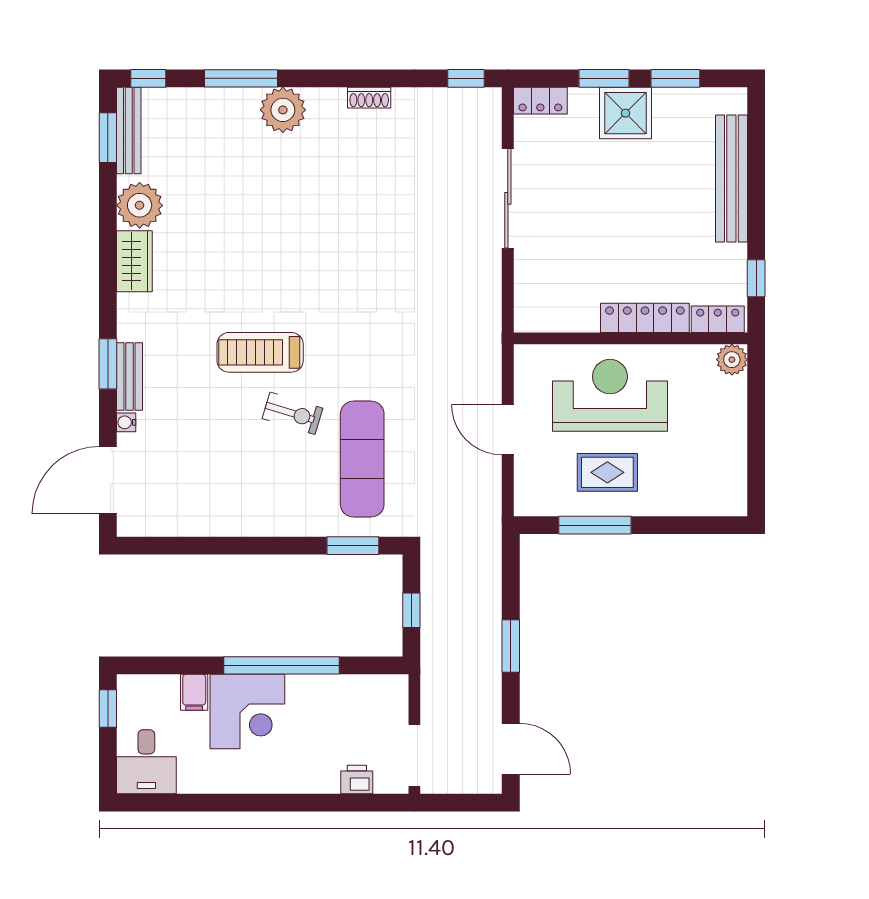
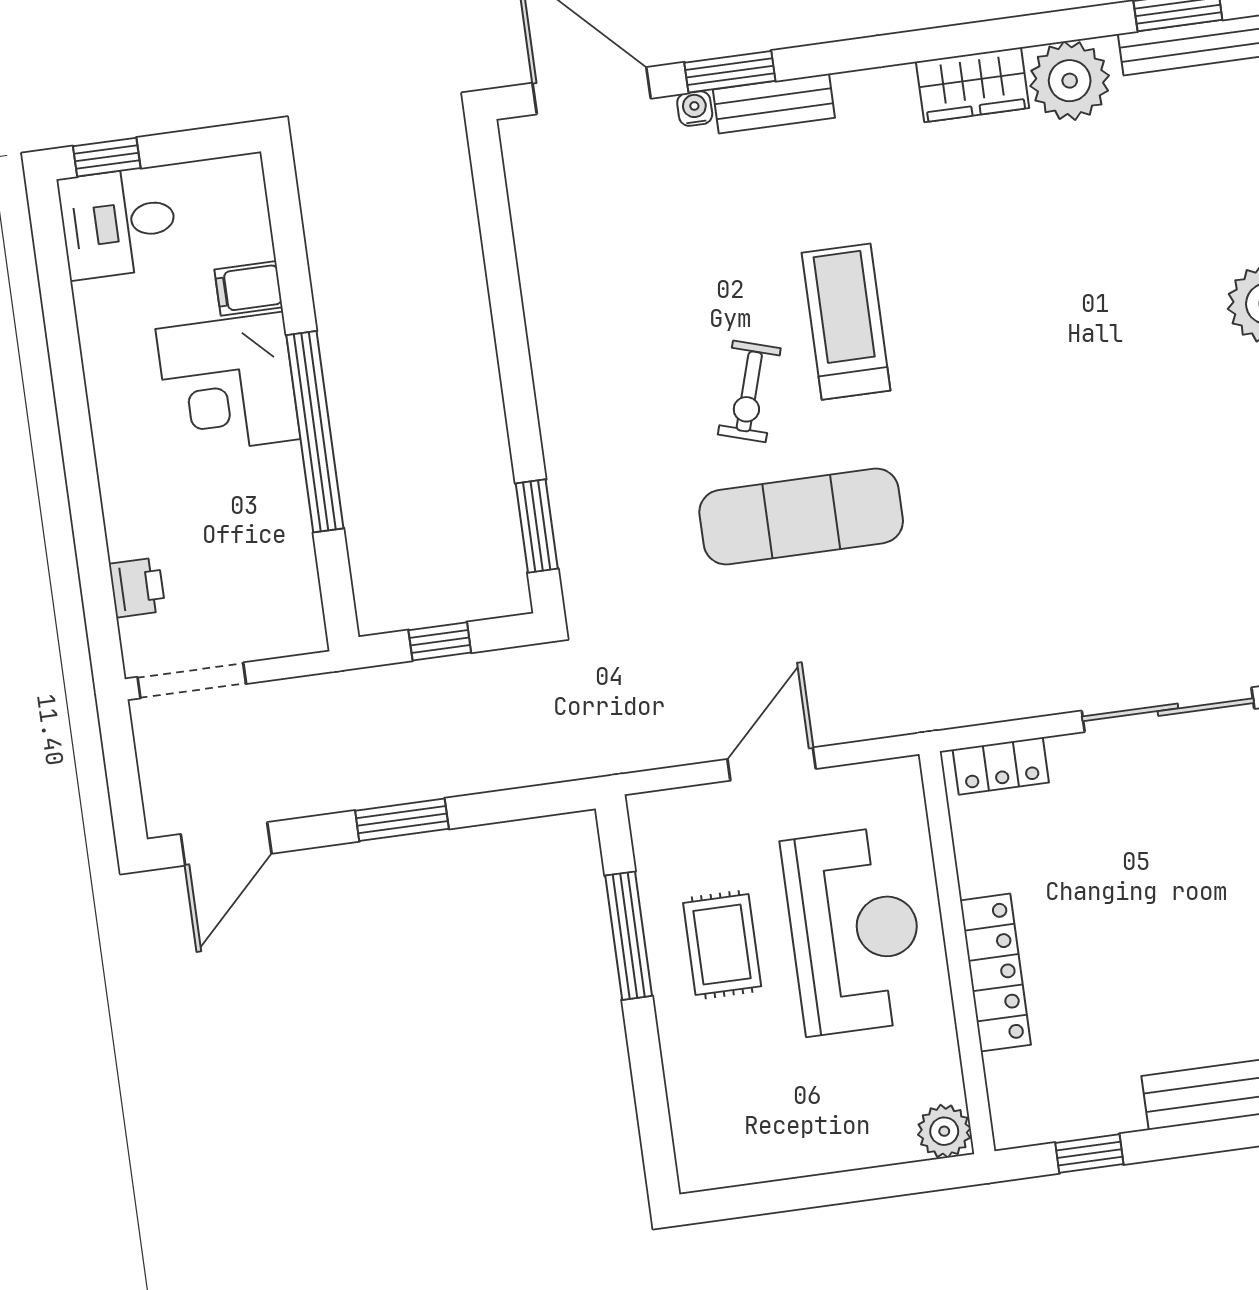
locker: (718, 319) -> (1001, 766), moved, turned 90
window: (108, 364) -> (730, 72), moved
exercise mat: (362, 459) -> (801, 517), moved
window: (108, 708) -> (107, 157), moved

